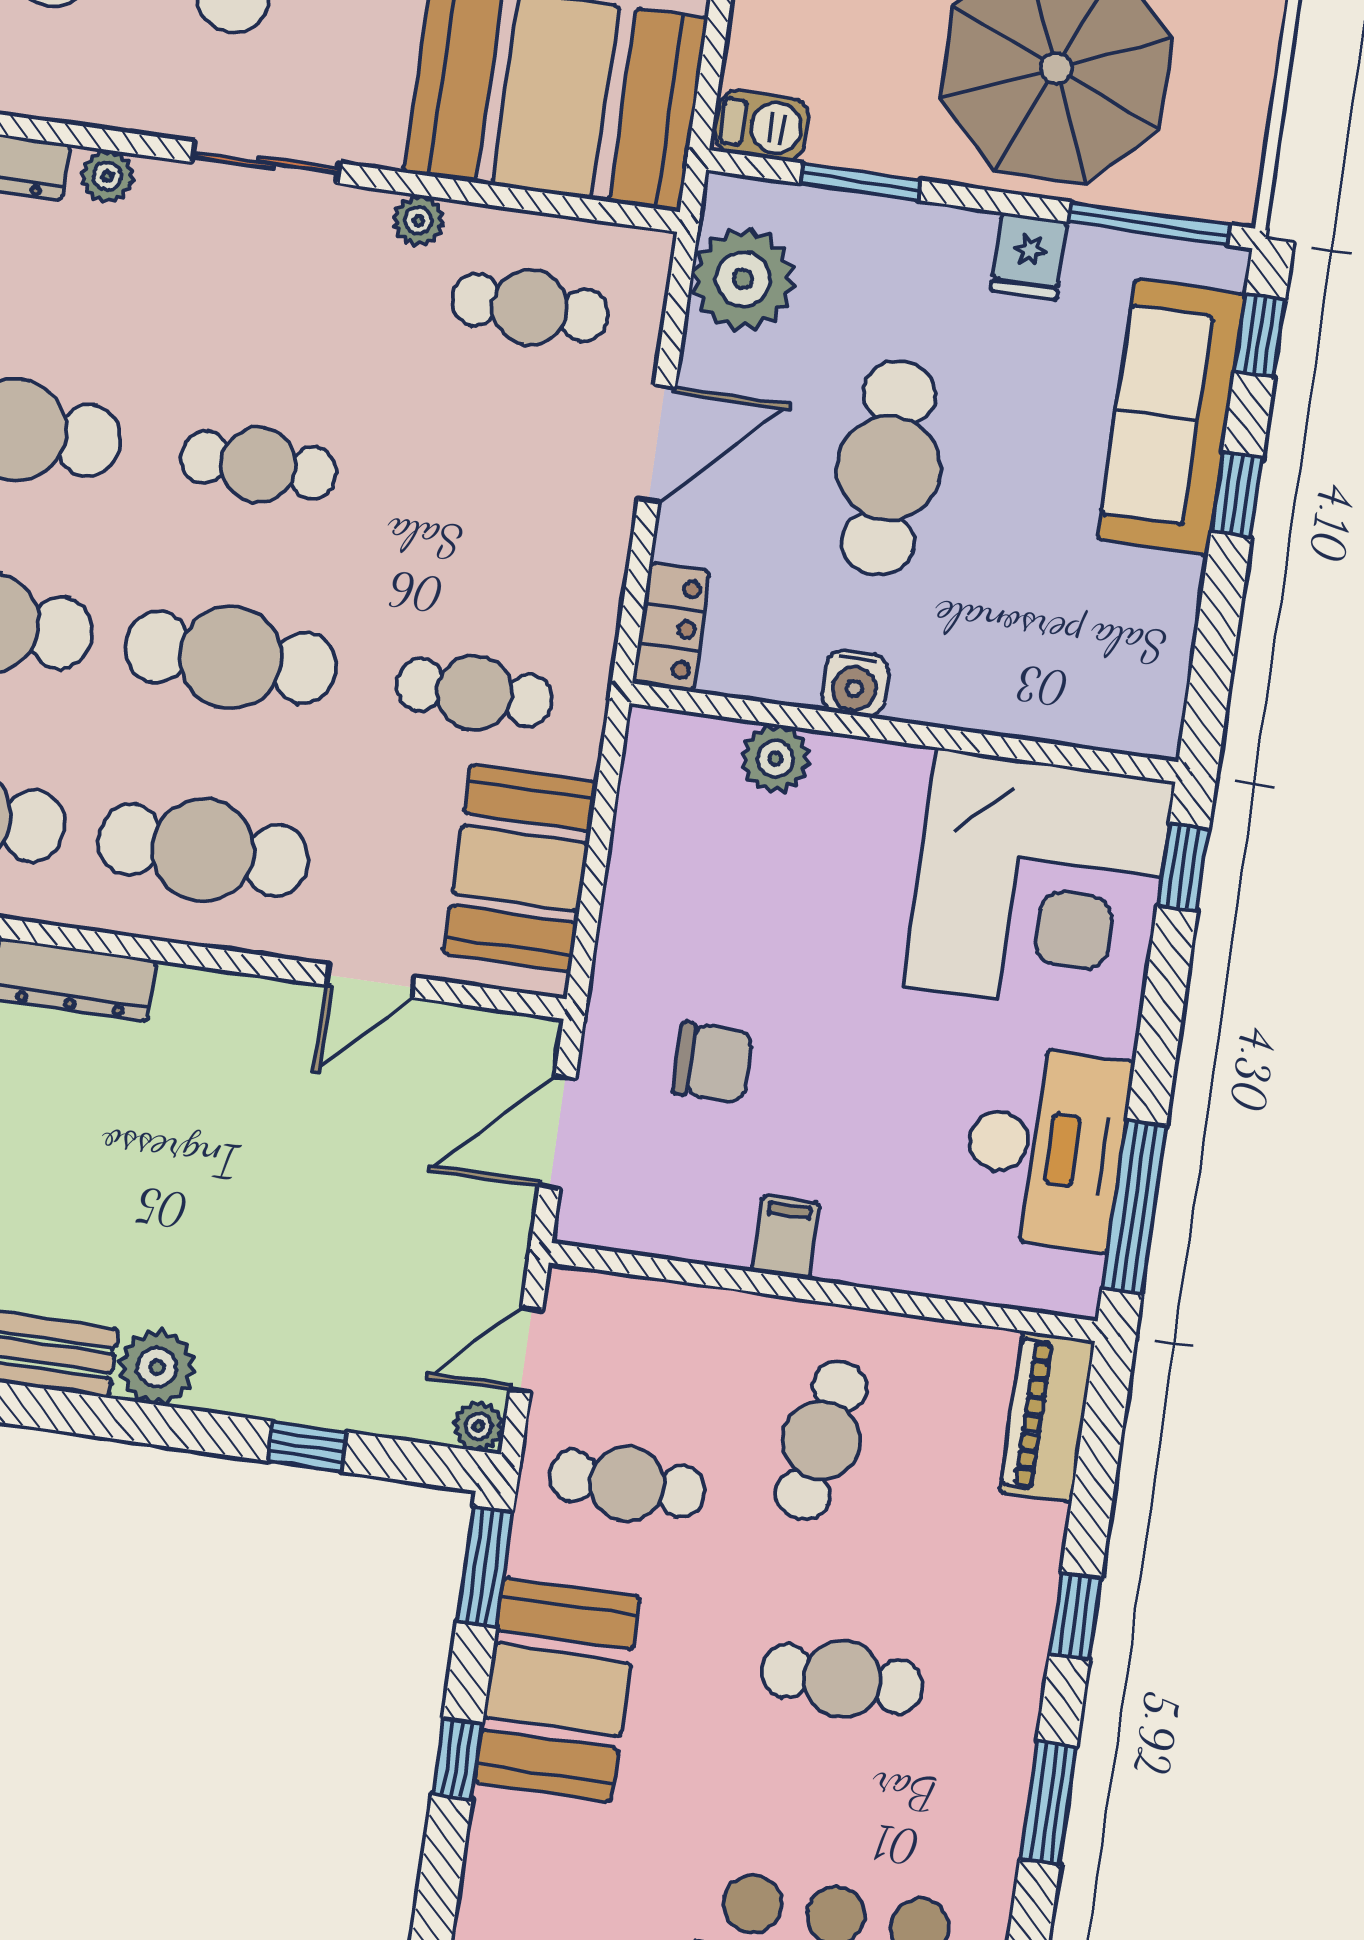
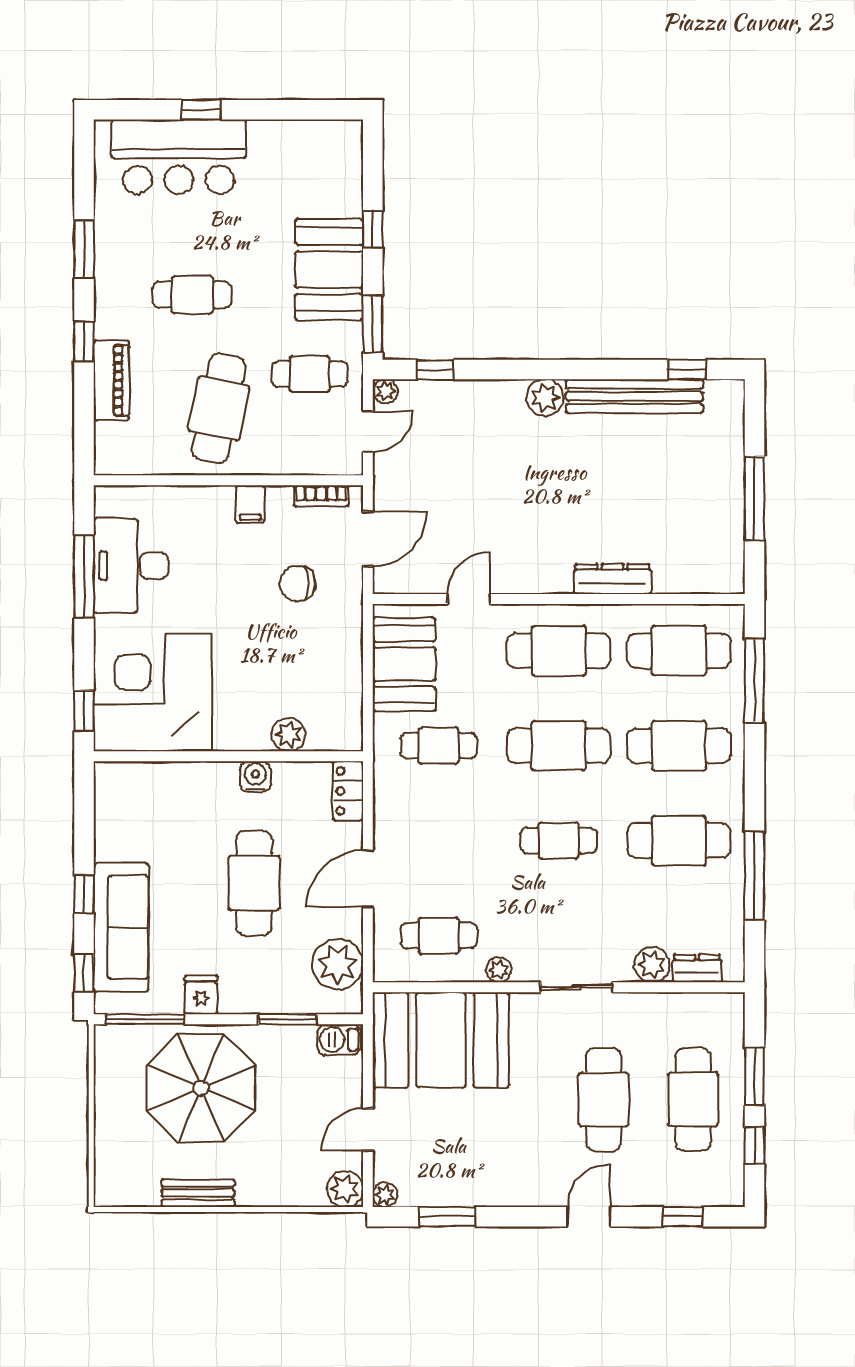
plant: (107, 176) -> (652, 965), width x1.38, depth x1.38
window: (1134, 1207) -> (84, 576), moved
bookcase: (640, 1233) -> (321, 496), added
piano: (1047, 1417) -> (111, 380), moved
cafe table: (821, 1440) -> (219, 408), width x1.37, depth x1.35
window: (308, 1447) -> (435, 370), moved

